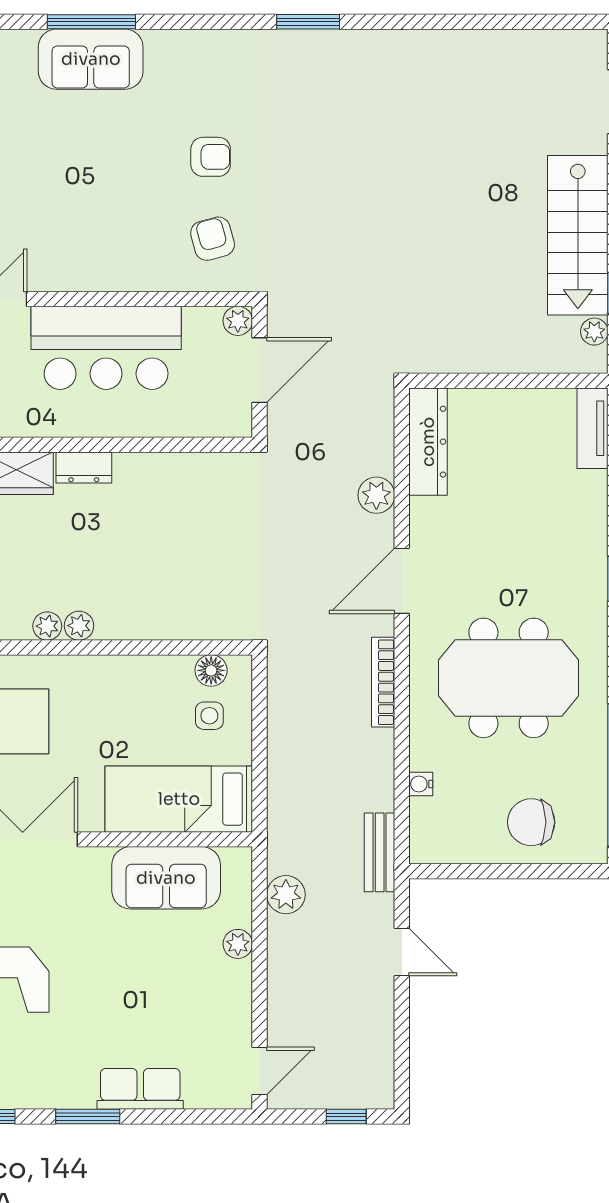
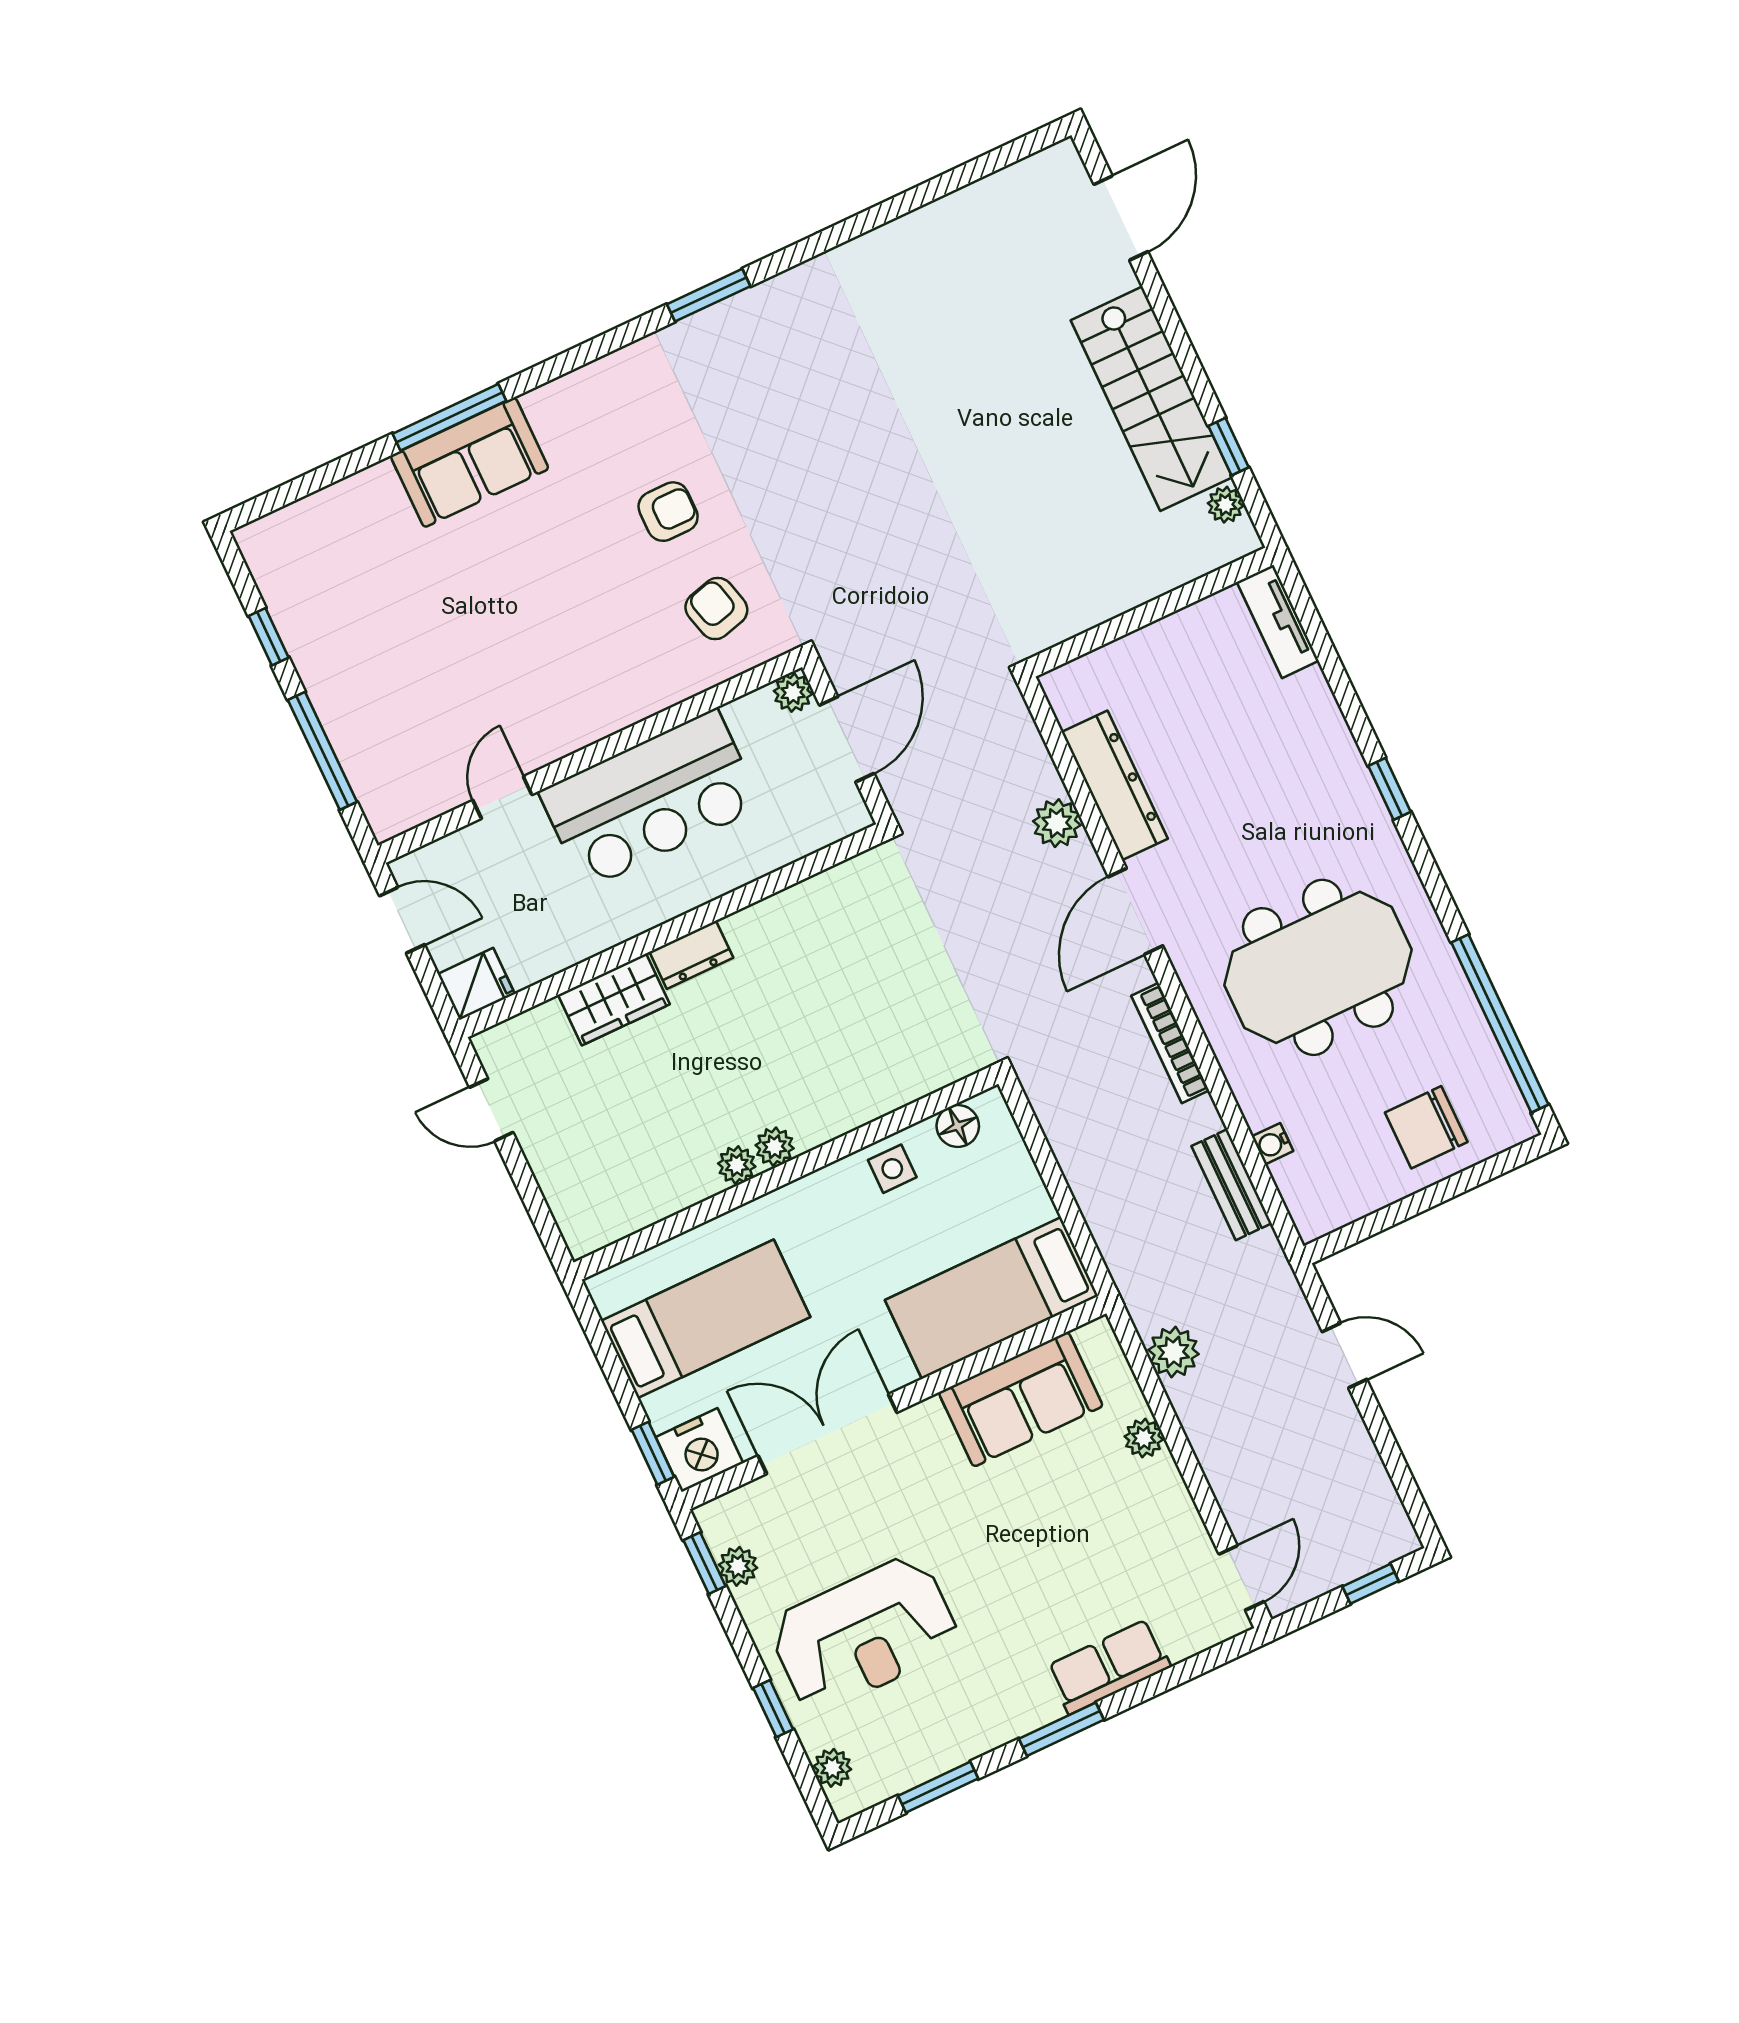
dresser: (428, 442) -> (1115, 785), moved
side table: (209, 716) -> (892, 1169), moved
bench: (380, 852) -> (1232, 1185), moved

